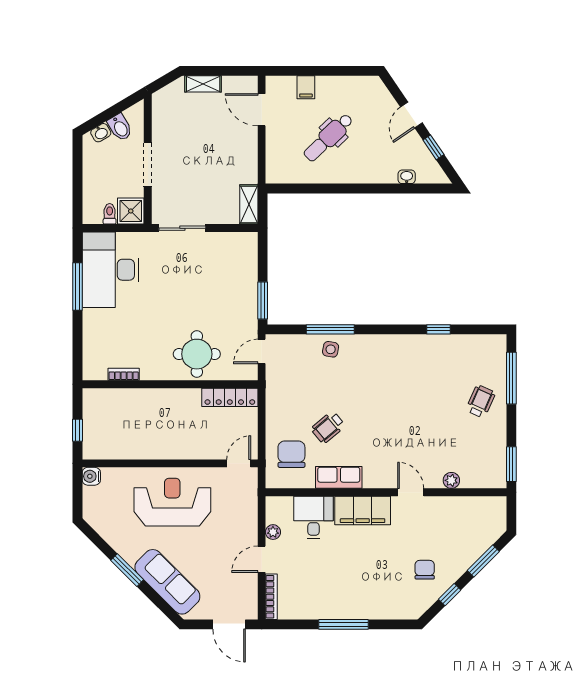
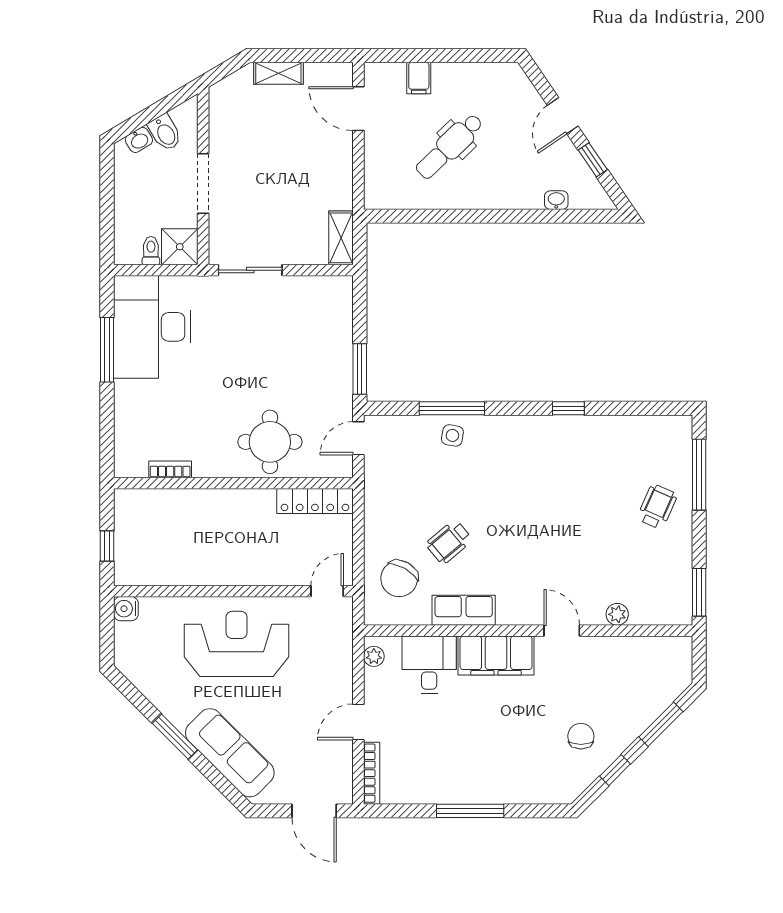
window: (439, 329) -> (568, 408), moved
chair: (291, 454) -> (399, 579), turned -150
plant: (273, 532) -> (374, 656), moved

